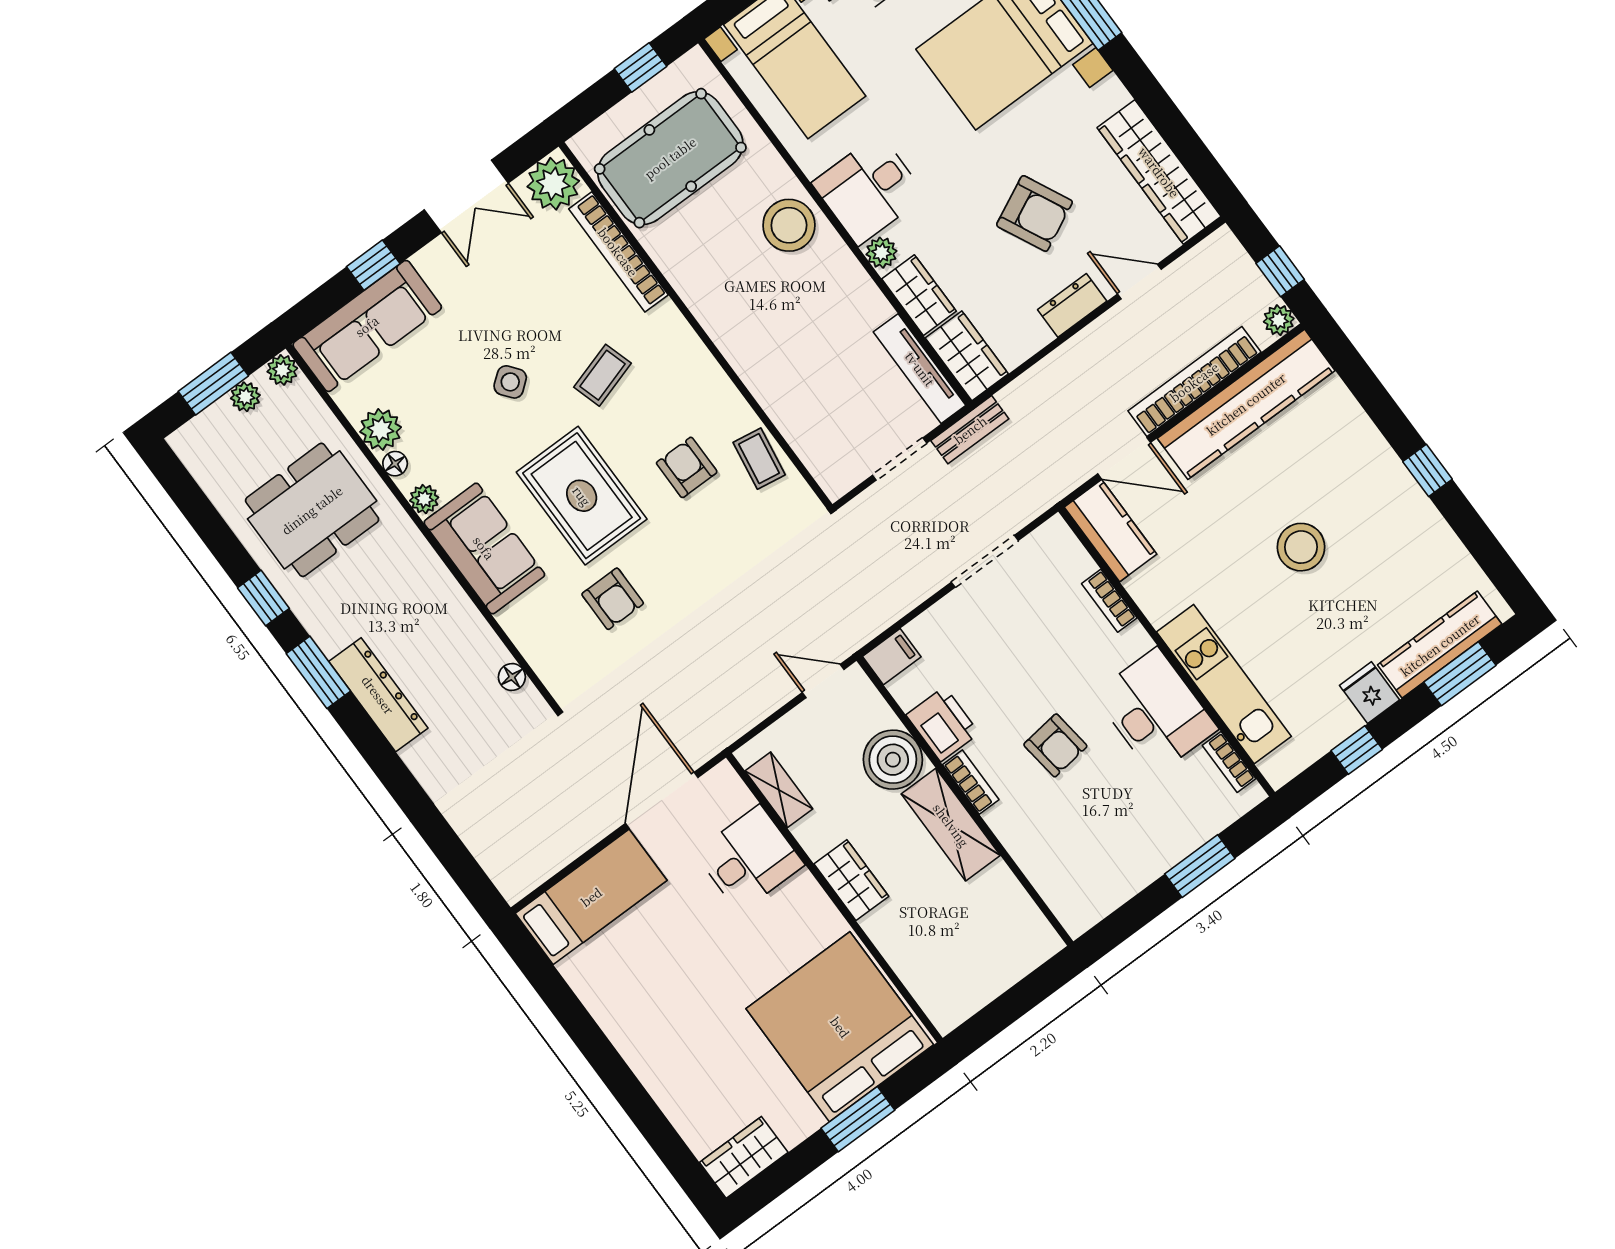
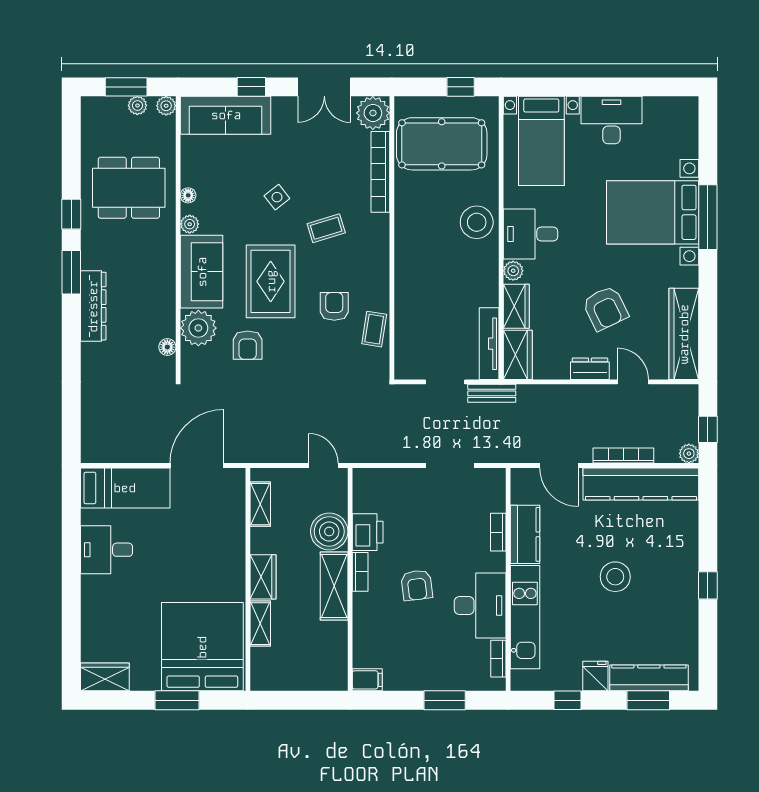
bookcase: (1194, 382) -> (623, 456), width x0.68, depth x0.76
plant: (381, 429) -> (198, 328), moved, width x1.36, depth x1.36
kitchen counter: (1111, 531) -> (525, 534), moved
filing cabinet: (892, 657) -> (367, 680), moved
desk: (749, 859) -> (107, 550), moved, turned 180
shelving: (892, 942) -> (260, 624), added

